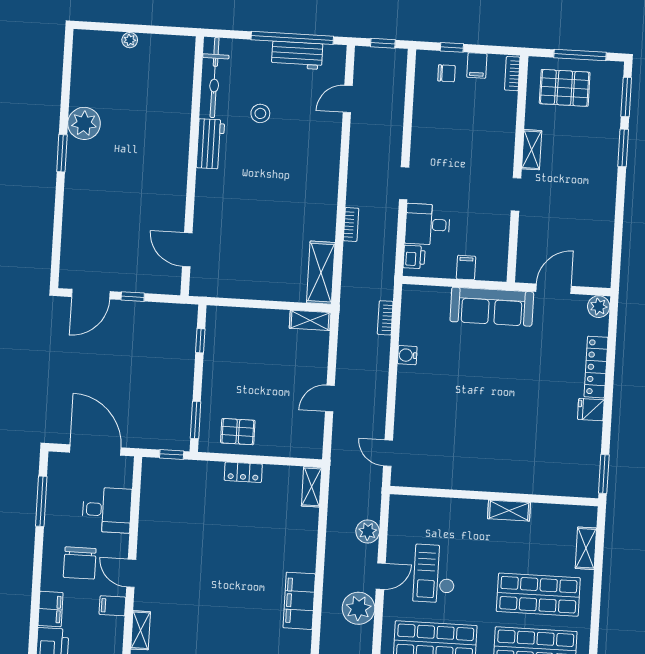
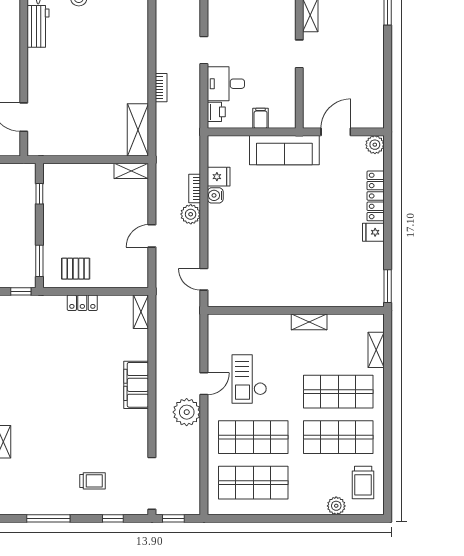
bookcase: (385, 318) -> (195, 189), moved
fridge: (413, 333) -> (219, 177), added
plant: (368, 531) -> (191, 214), moved
filing cabinet: (299, 601) -> (136, 385), moved

